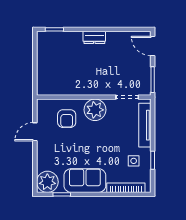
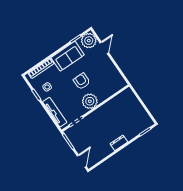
door: (153, 46) -> (82, 161), hinge flipped
armchair: (67, 119) -> (82, 81), moved
door: (35, 132) -> (104, 48), moved

